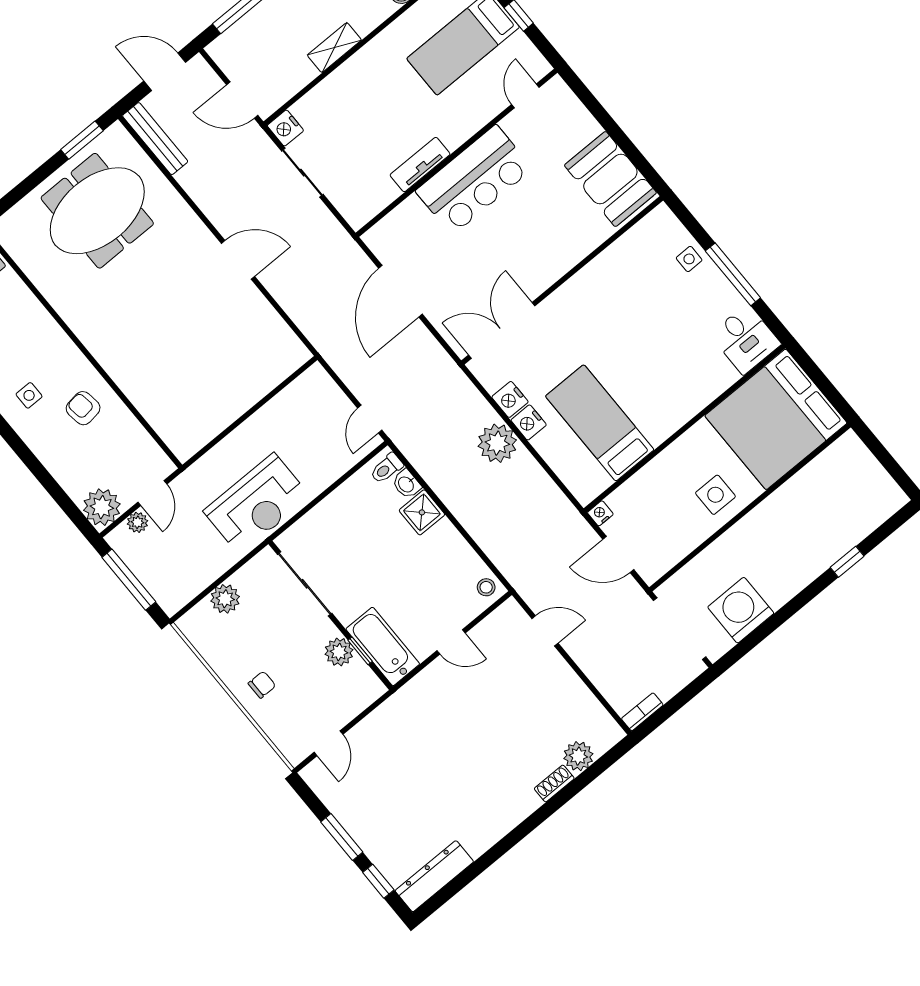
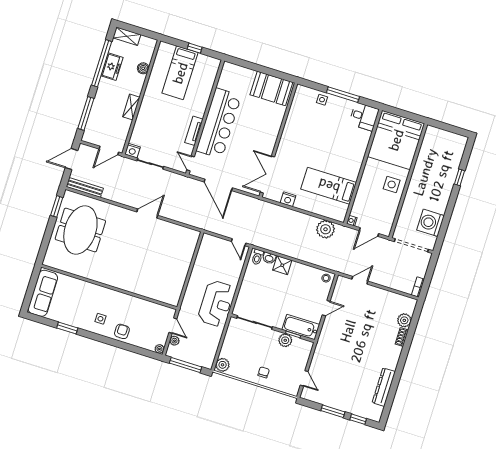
door: (525, 96) -> (191, 163), moved
bar counter: (474, 180) -> (219, 123), width x1.36
armchair: (83, 408) -> (122, 331), moved, turned 98
nightstand: (529, 422) -> (301, 203), removed
plant: (497, 443) -> (326, 229), moved
plant: (102, 507) -> (159, 349), width x0.53, depth x0.53
plant: (225, 599) -> (223, 365), moved
dresser: (434, 876) -> (384, 387), moved

